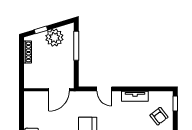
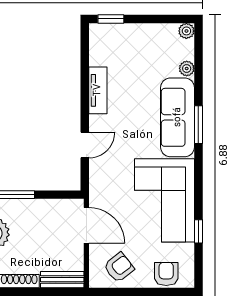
bench: (28, 76) -> (62, 280), added
armchair: (159, 116) -> (119, 267), moved

